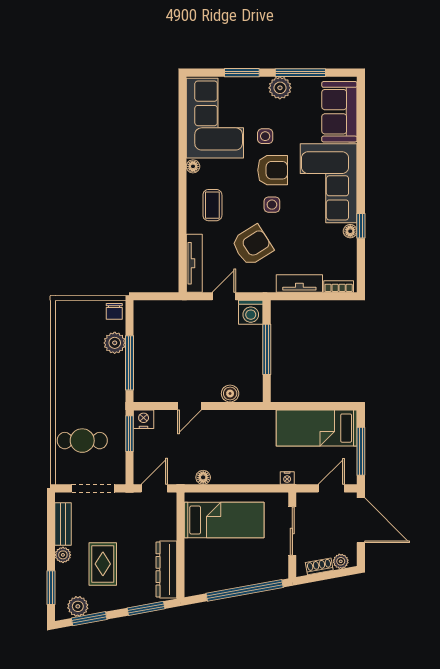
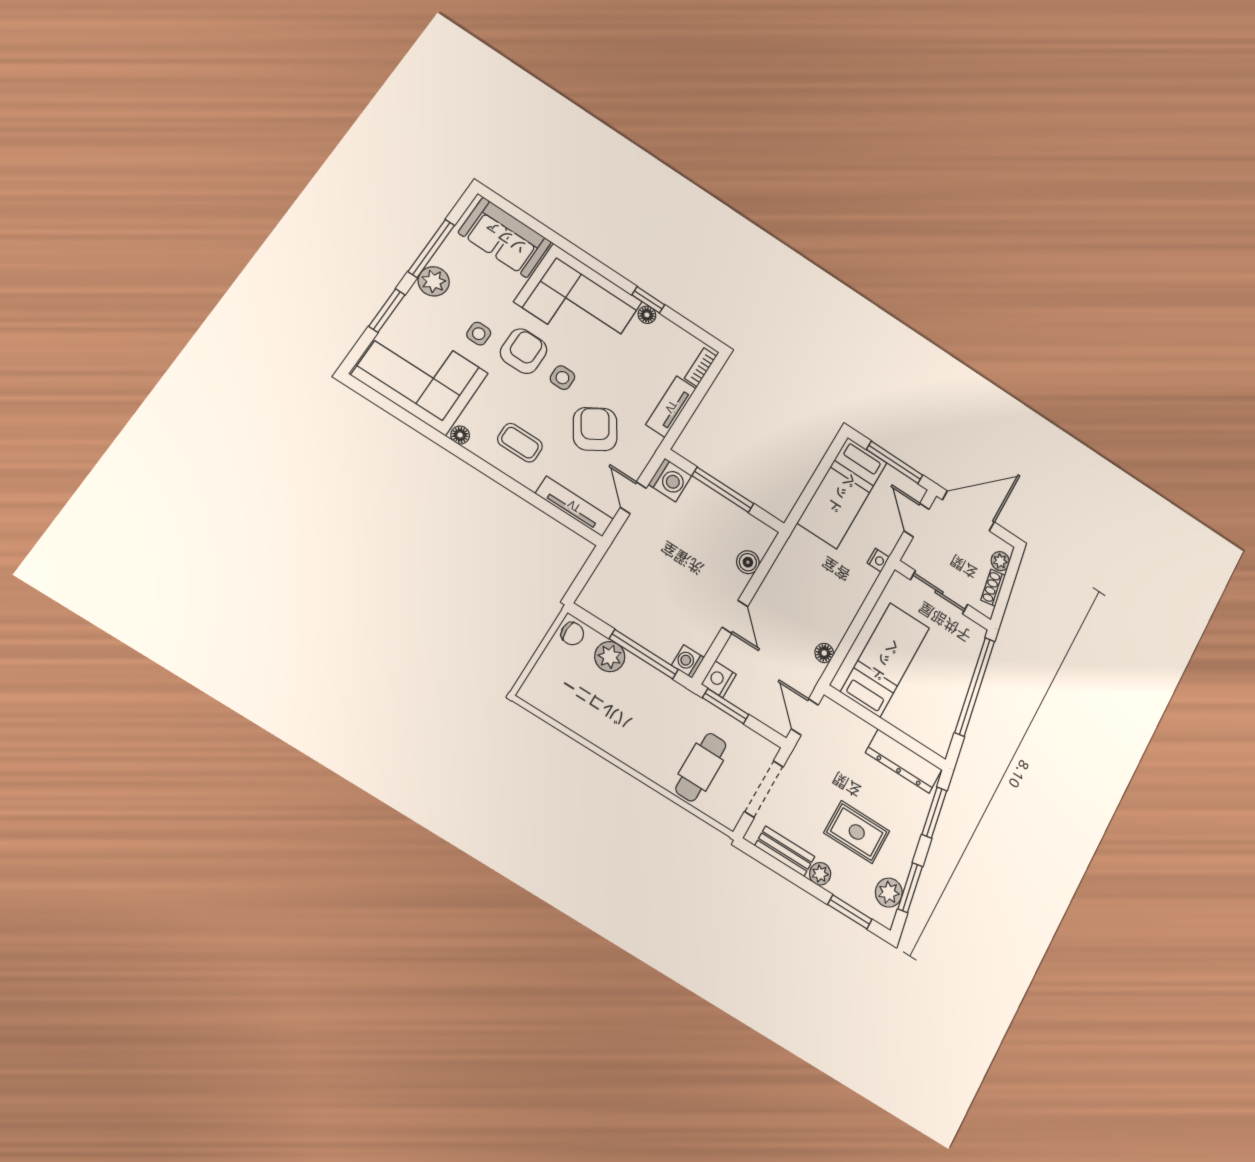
washing machine: (142, 393) -> (688, 661), added

